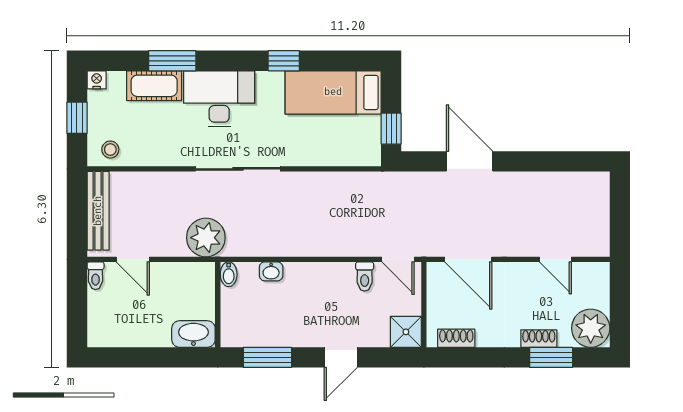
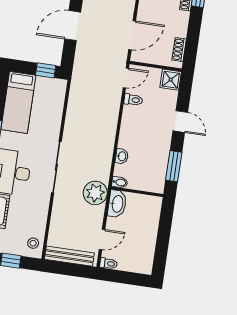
washbasin: (193, 334) -> (117, 204), moved, turned 180

